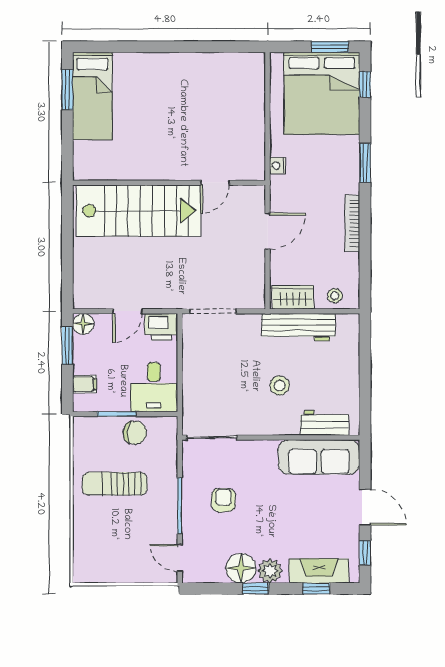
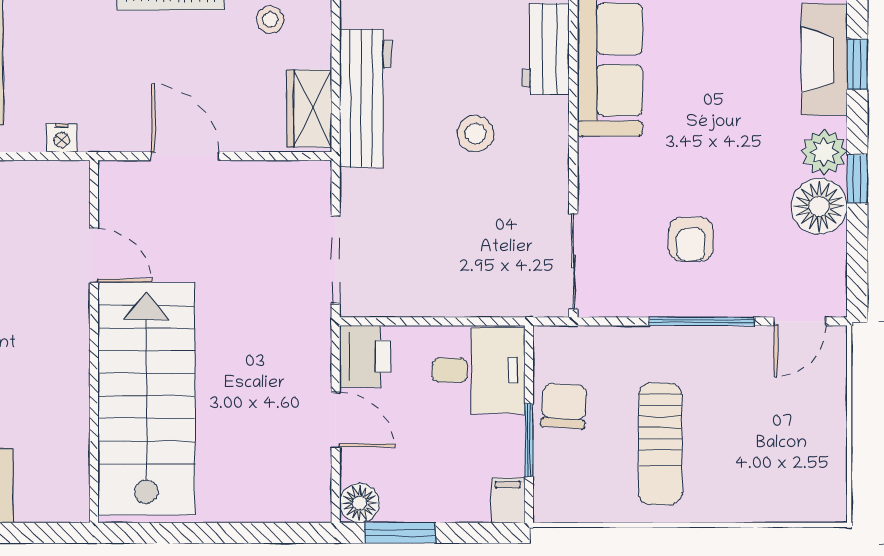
stool: (335, 296) -> (270, 20), moved
filing cabinet: (85, 384) -> (508, 500), moved
armchair: (223, 500) -> (691, 239), turned -90

